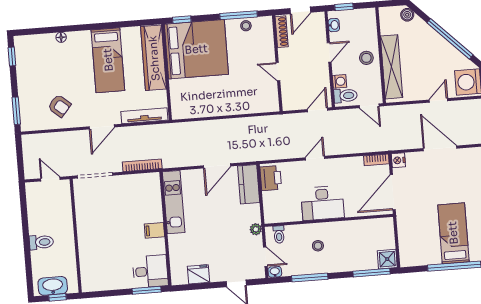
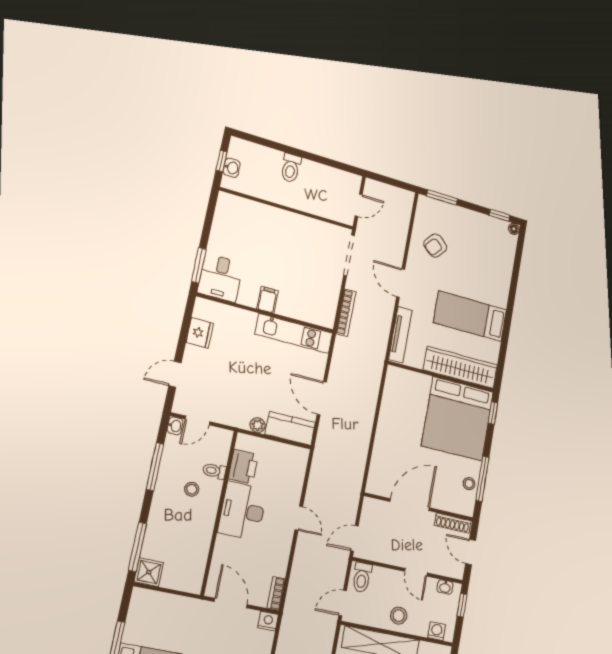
floor lamp: (61, 37) -> (514, 229), moved
door: (278, 72) -> (410, 505), width x1.88
washing machine: (340, 81) -> (437, 631), moved, turned 180
door: (318, 110) -> (354, 538), swing flipped
printer: (271, 178) -> (243, 467), moved, turned -90
door: (393, 192) -> (231, 603), width x0.73
plant: (256, 229) -> (258, 425), moved
toilet: (279, 234) -> (214, 471), moved
washbasin: (53, 286) -> (232, 168), width x0.52, depth x0.69

